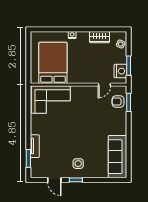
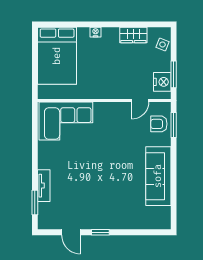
bed: (53, 63) -> (57, 56), moved, turned 180
sofa: (118, 157) -> (158, 176), moved
side table: (78, 164) -> (104, 210), removed

